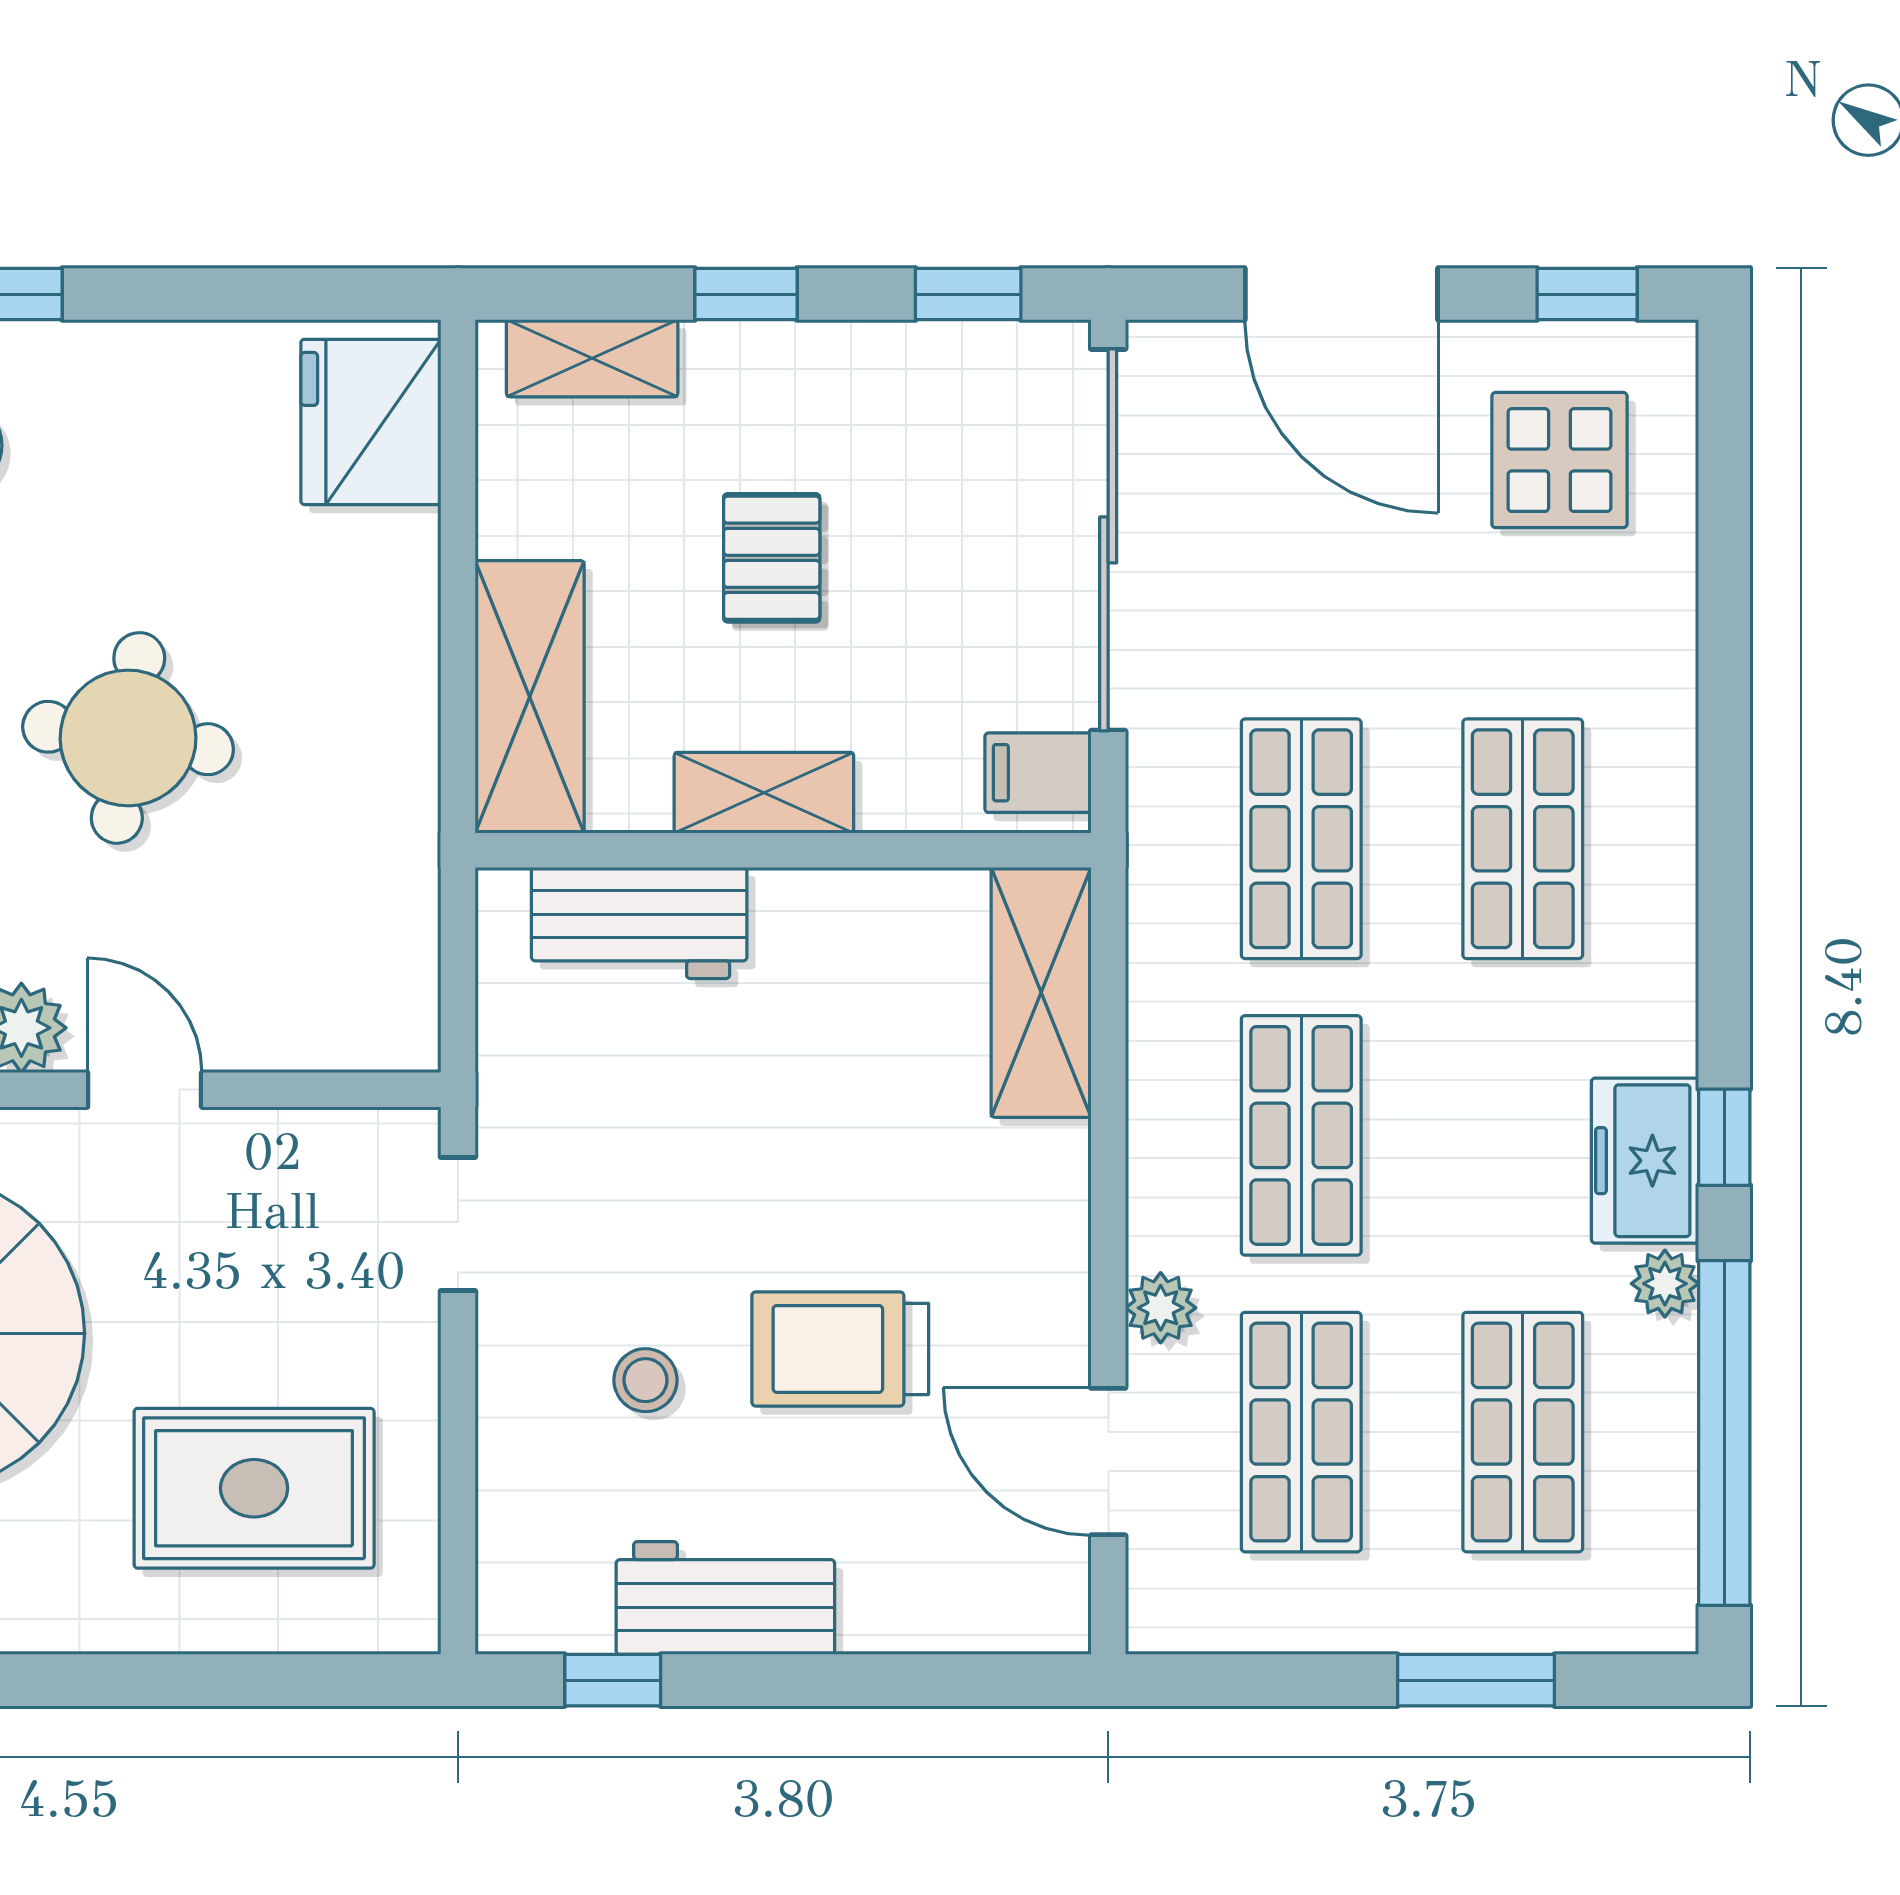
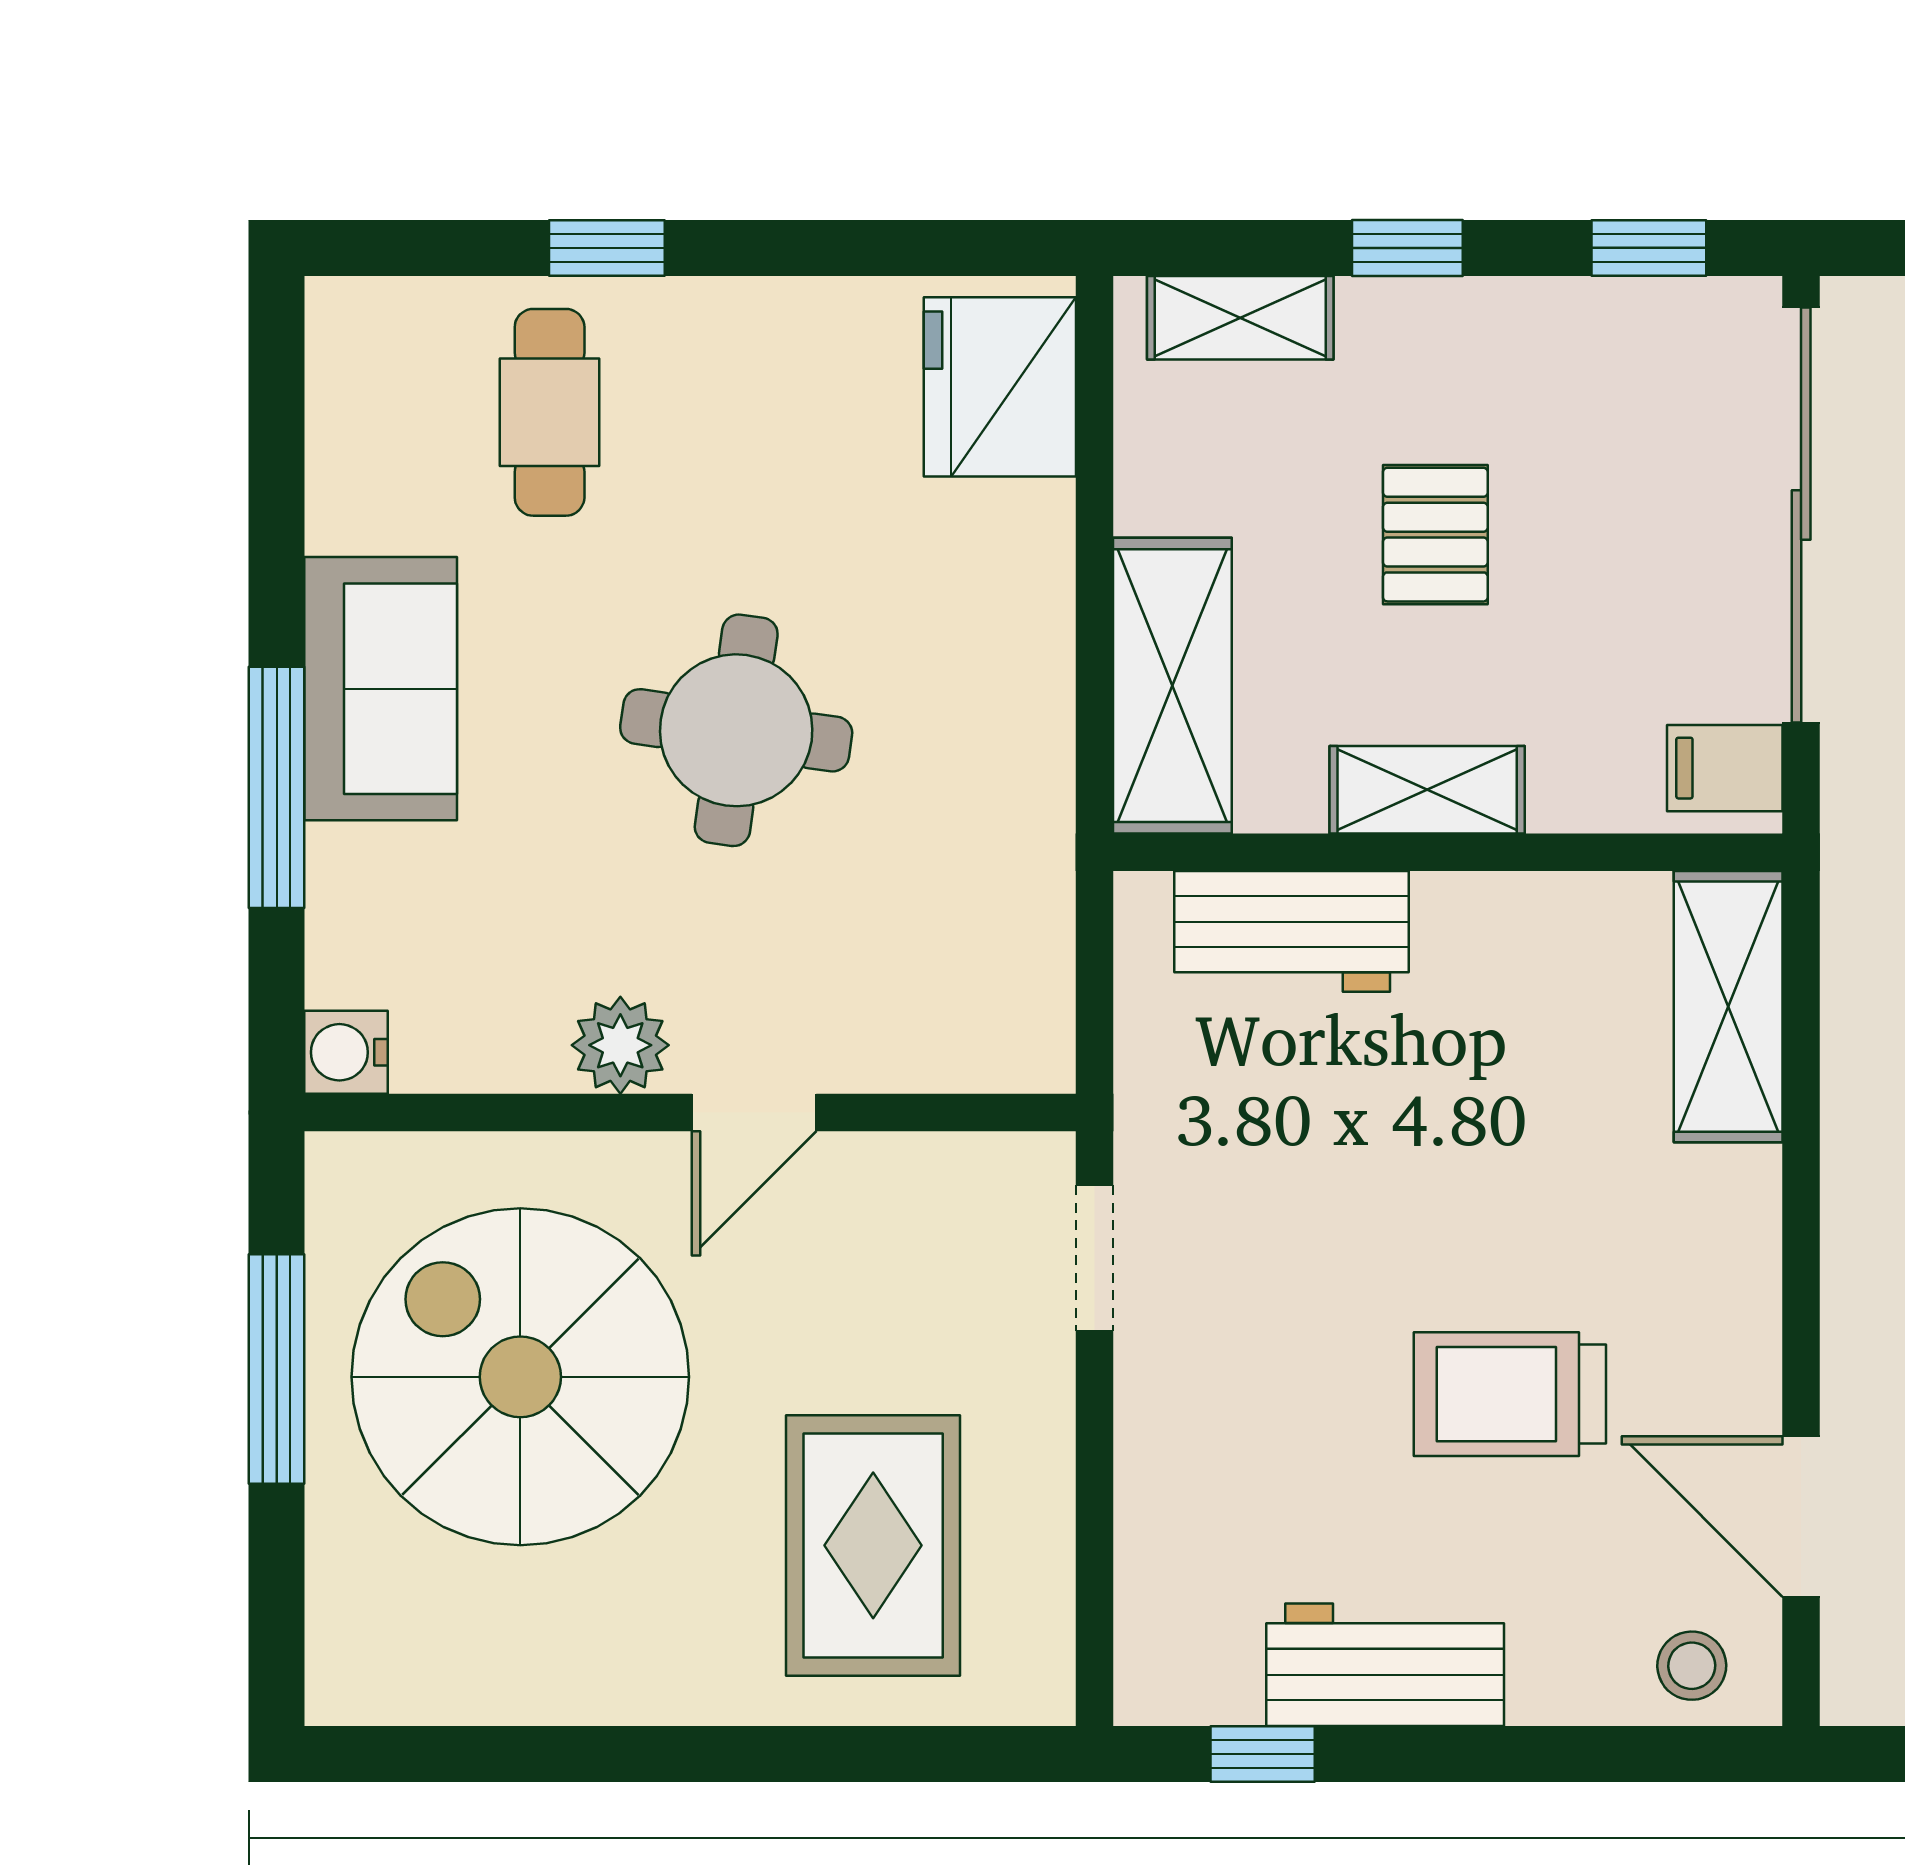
door: (145, 1090) -> (754, 1113), swing flipped
plant: (1161, 1308) -> (1858, 1349), removed
stool: (645, 1380) -> (1692, 1666), moved
rug: (254, 1488) -> (873, 1545), turned 90

